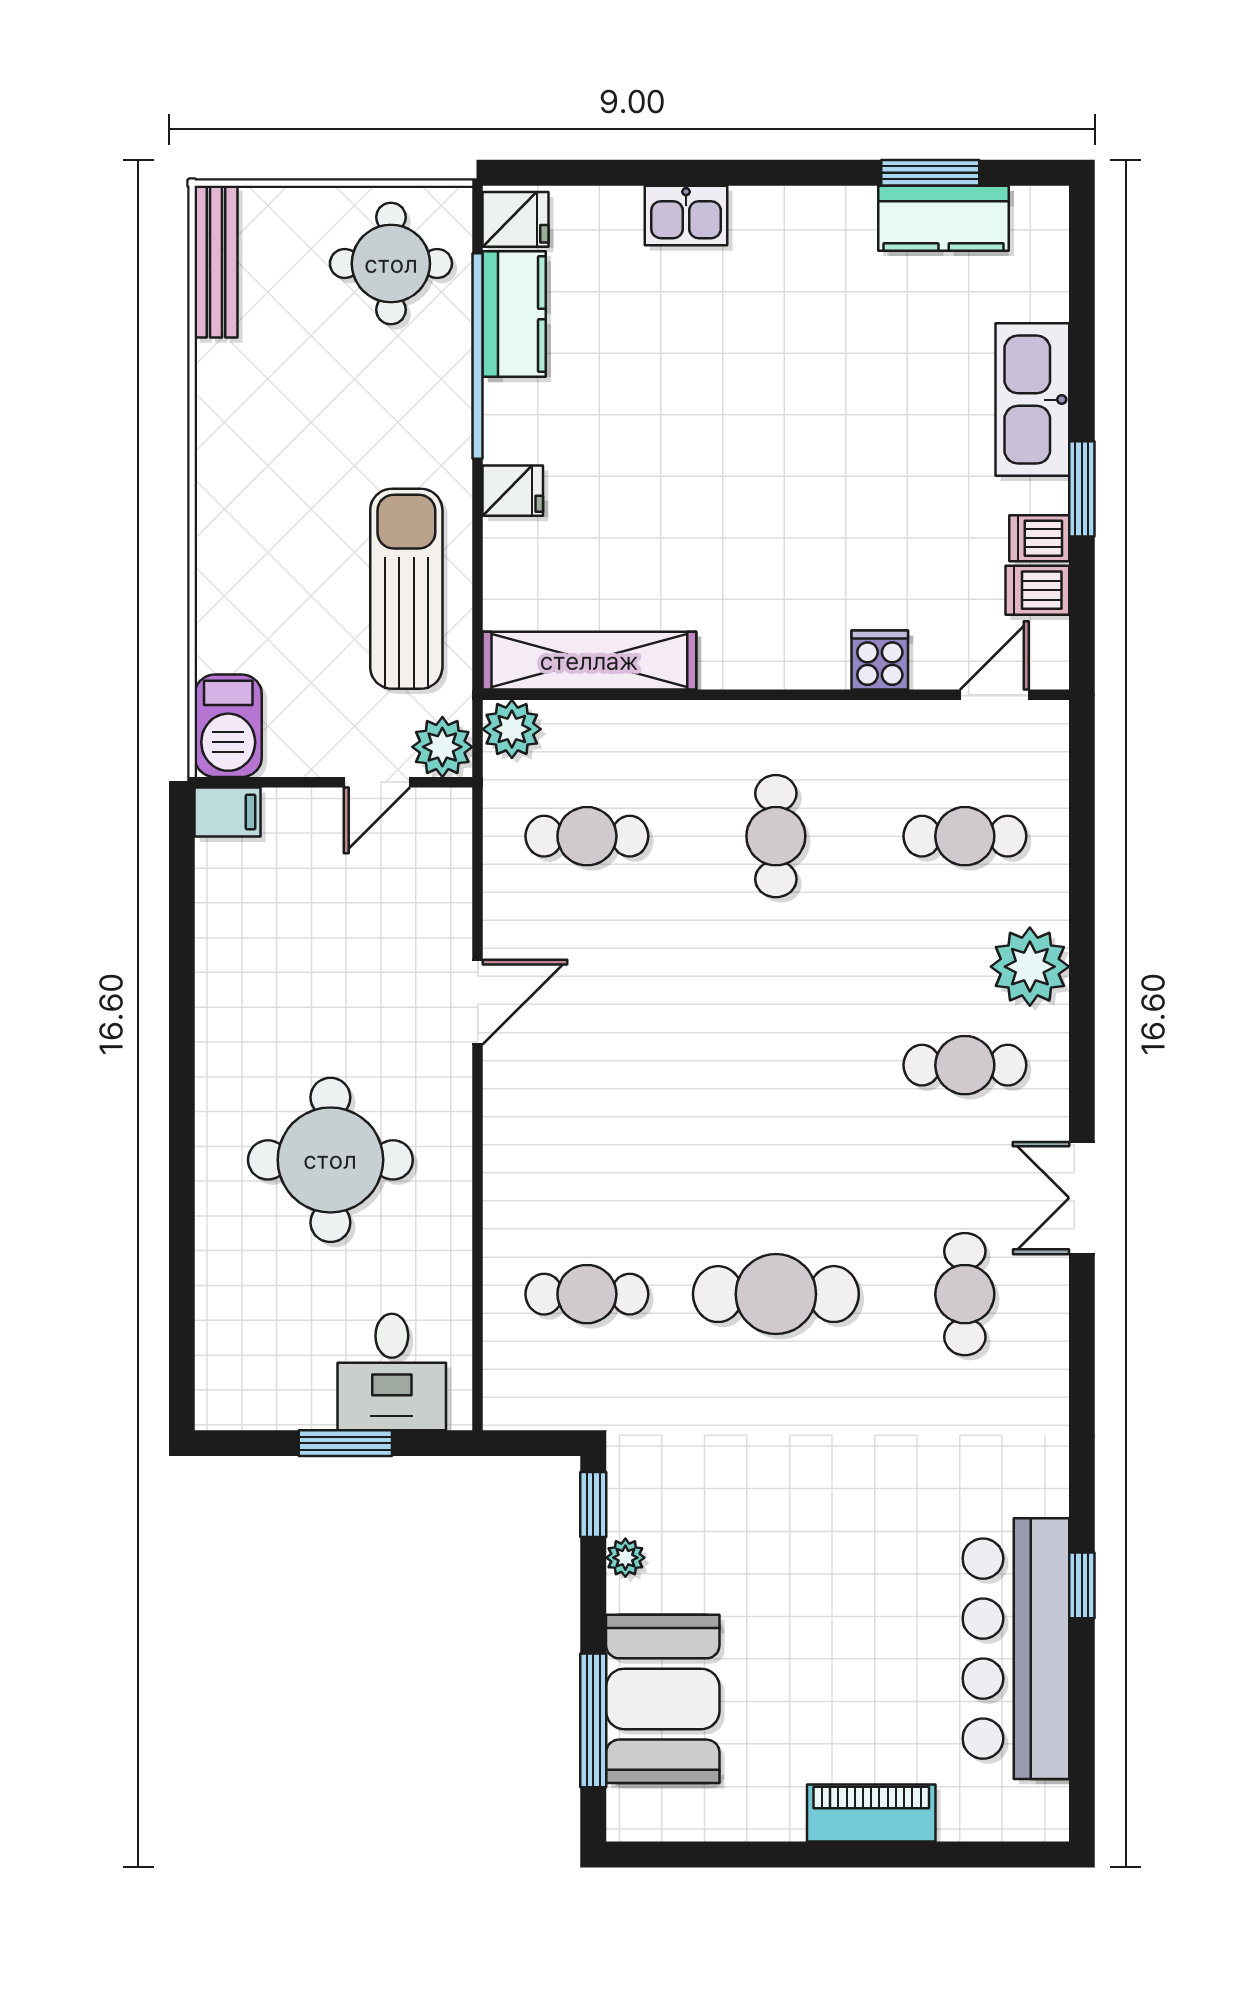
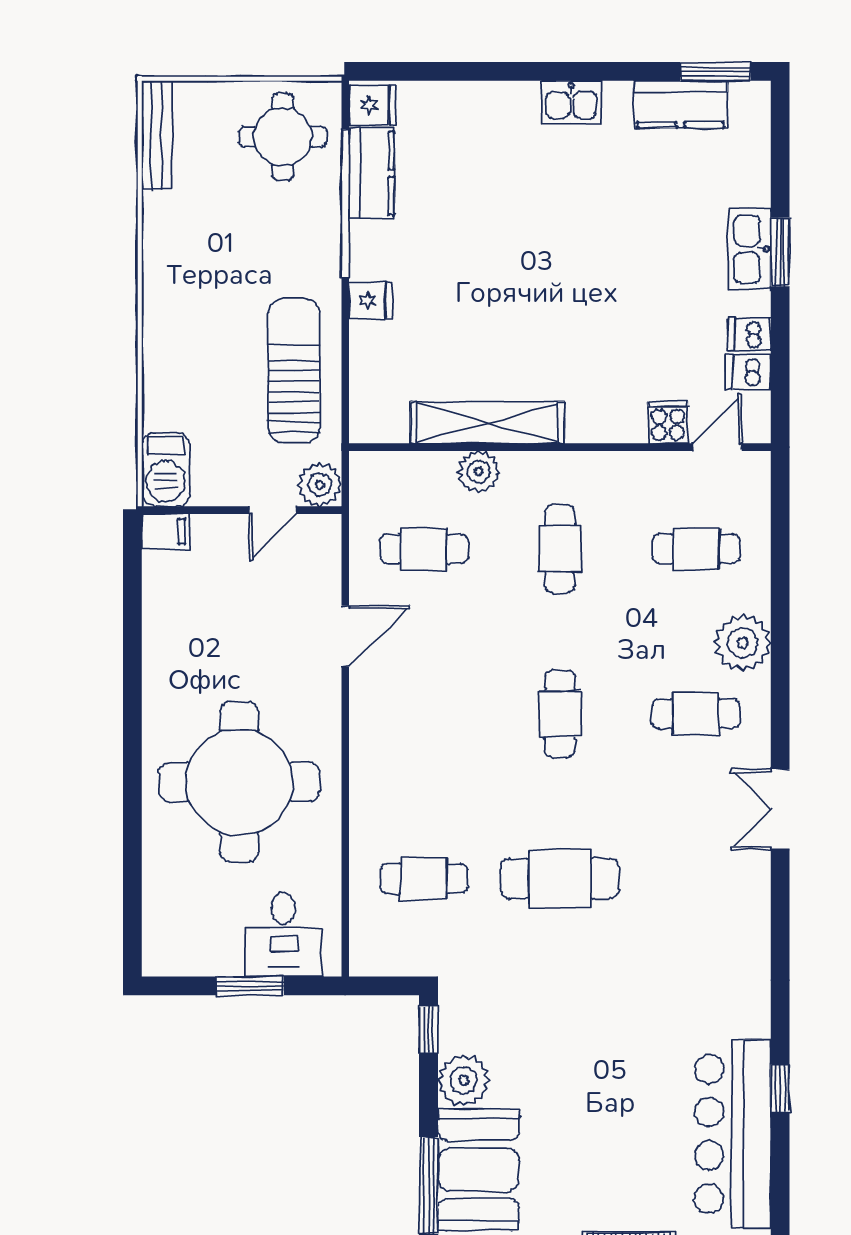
window: (930, 173) -> (716, 71), moved
kitchen sink: (686, 216) -> (571, 102), moved
kitchen sink: (1032, 400) -> (750, 249), width x0.73, depth x0.81
window: (1082, 489) -> (780, 252), moved
cooker: (880, 660) -> (668, 422), moved
shelving: (589, 661) -> (487, 422), moved
plant: (512, 729) -> (479, 472), moved
door: (478, 1002) -> (345, 636), moved
round table: (330, 1160) -> (239, 782), width x1.36, depth x1.36
cafe table: (965, 1294) -> (560, 714), moved
plant: (625, 1558) -> (464, 1080), width x1.87, depth x1.87

